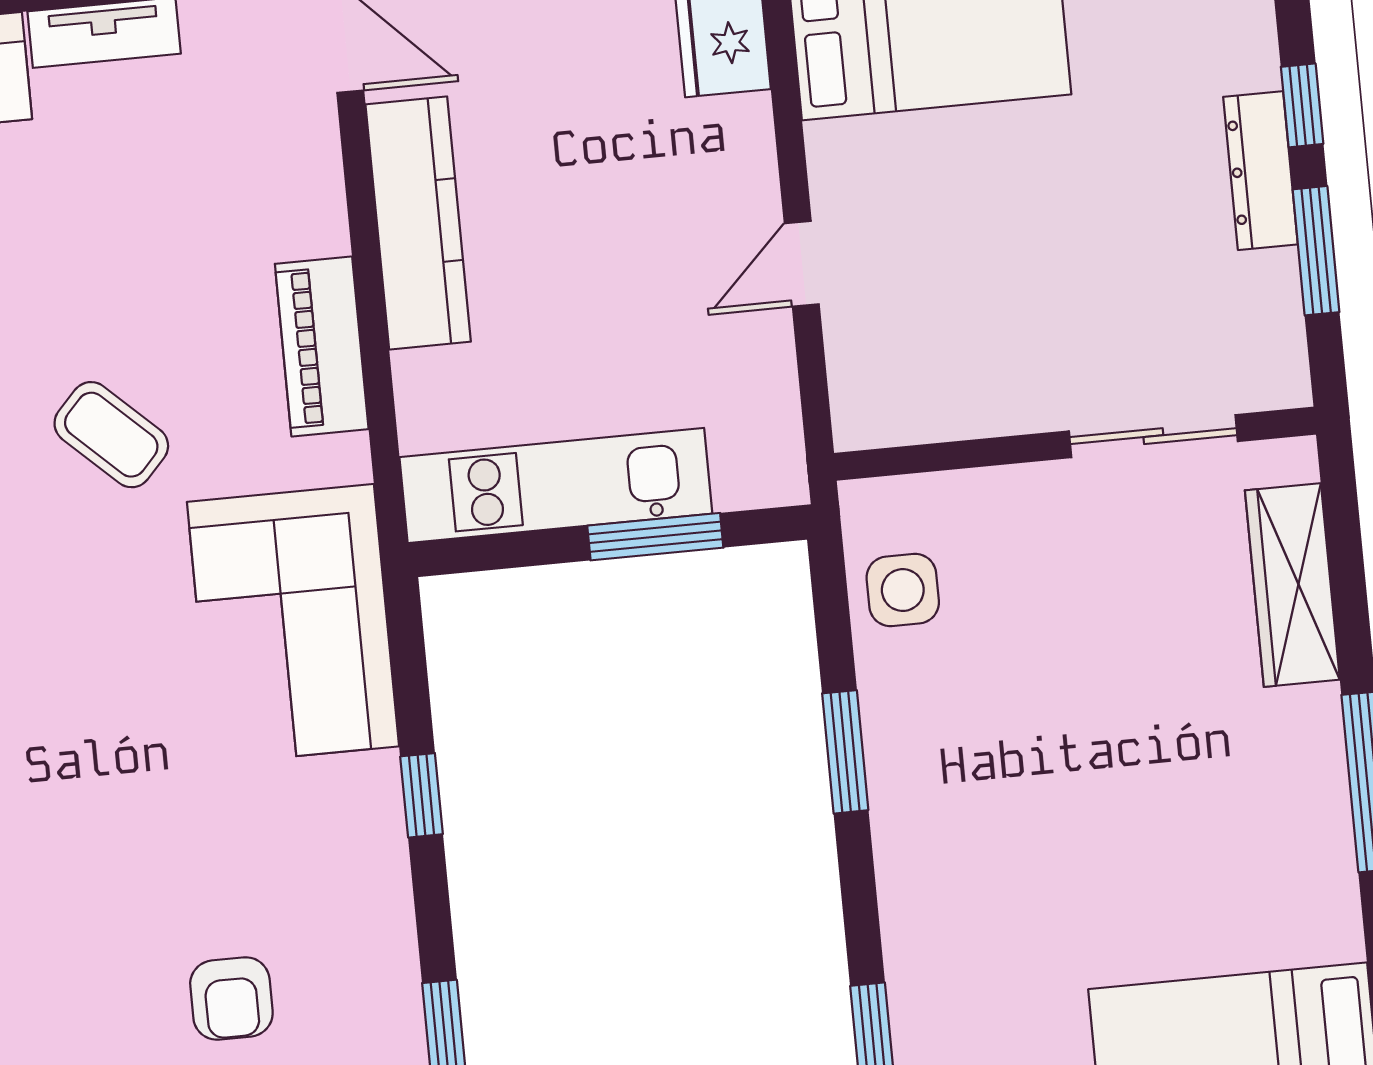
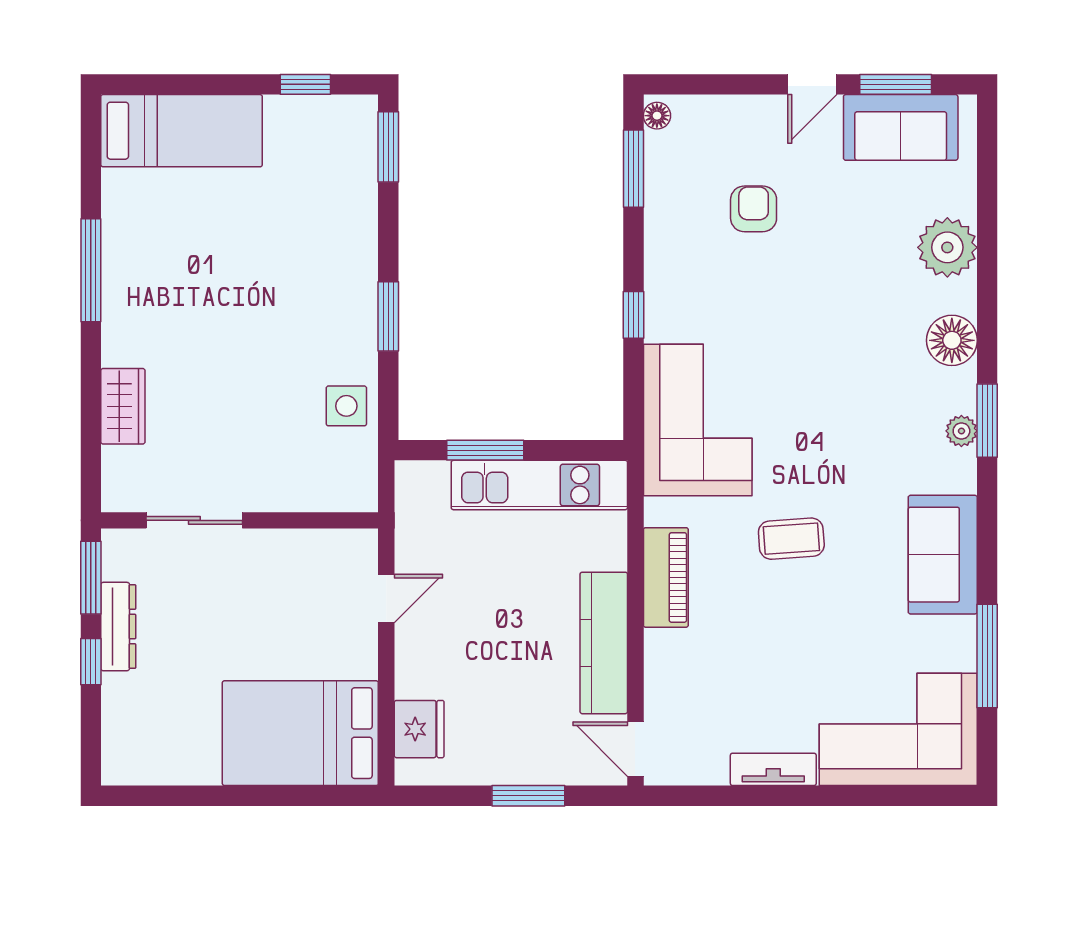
coffee table: (111, 435) -> (791, 539), turned -47
sliding door: (1153, 436) -> (194, 520), moved
wall: (1075, 444) -> (240, 520), moved
wardrobe: (1292, 585) -> (123, 406), width x0.67

